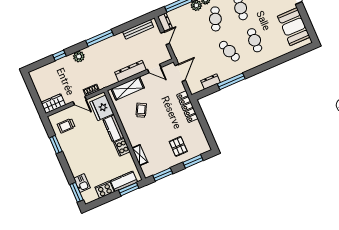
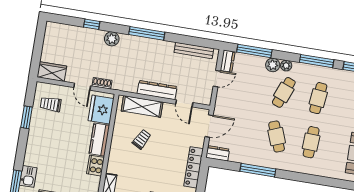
dresser: (211, 82) -> (218, 153), moved

